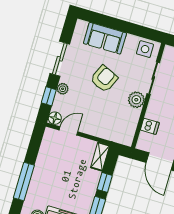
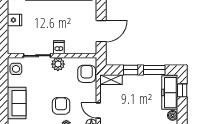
armchair: (104, 79) -> (61, 106), moved, turned 66
dishwasher: (150, 126) -> (59, 47), moved
armchair: (115, 130) -> (87, 74), added

